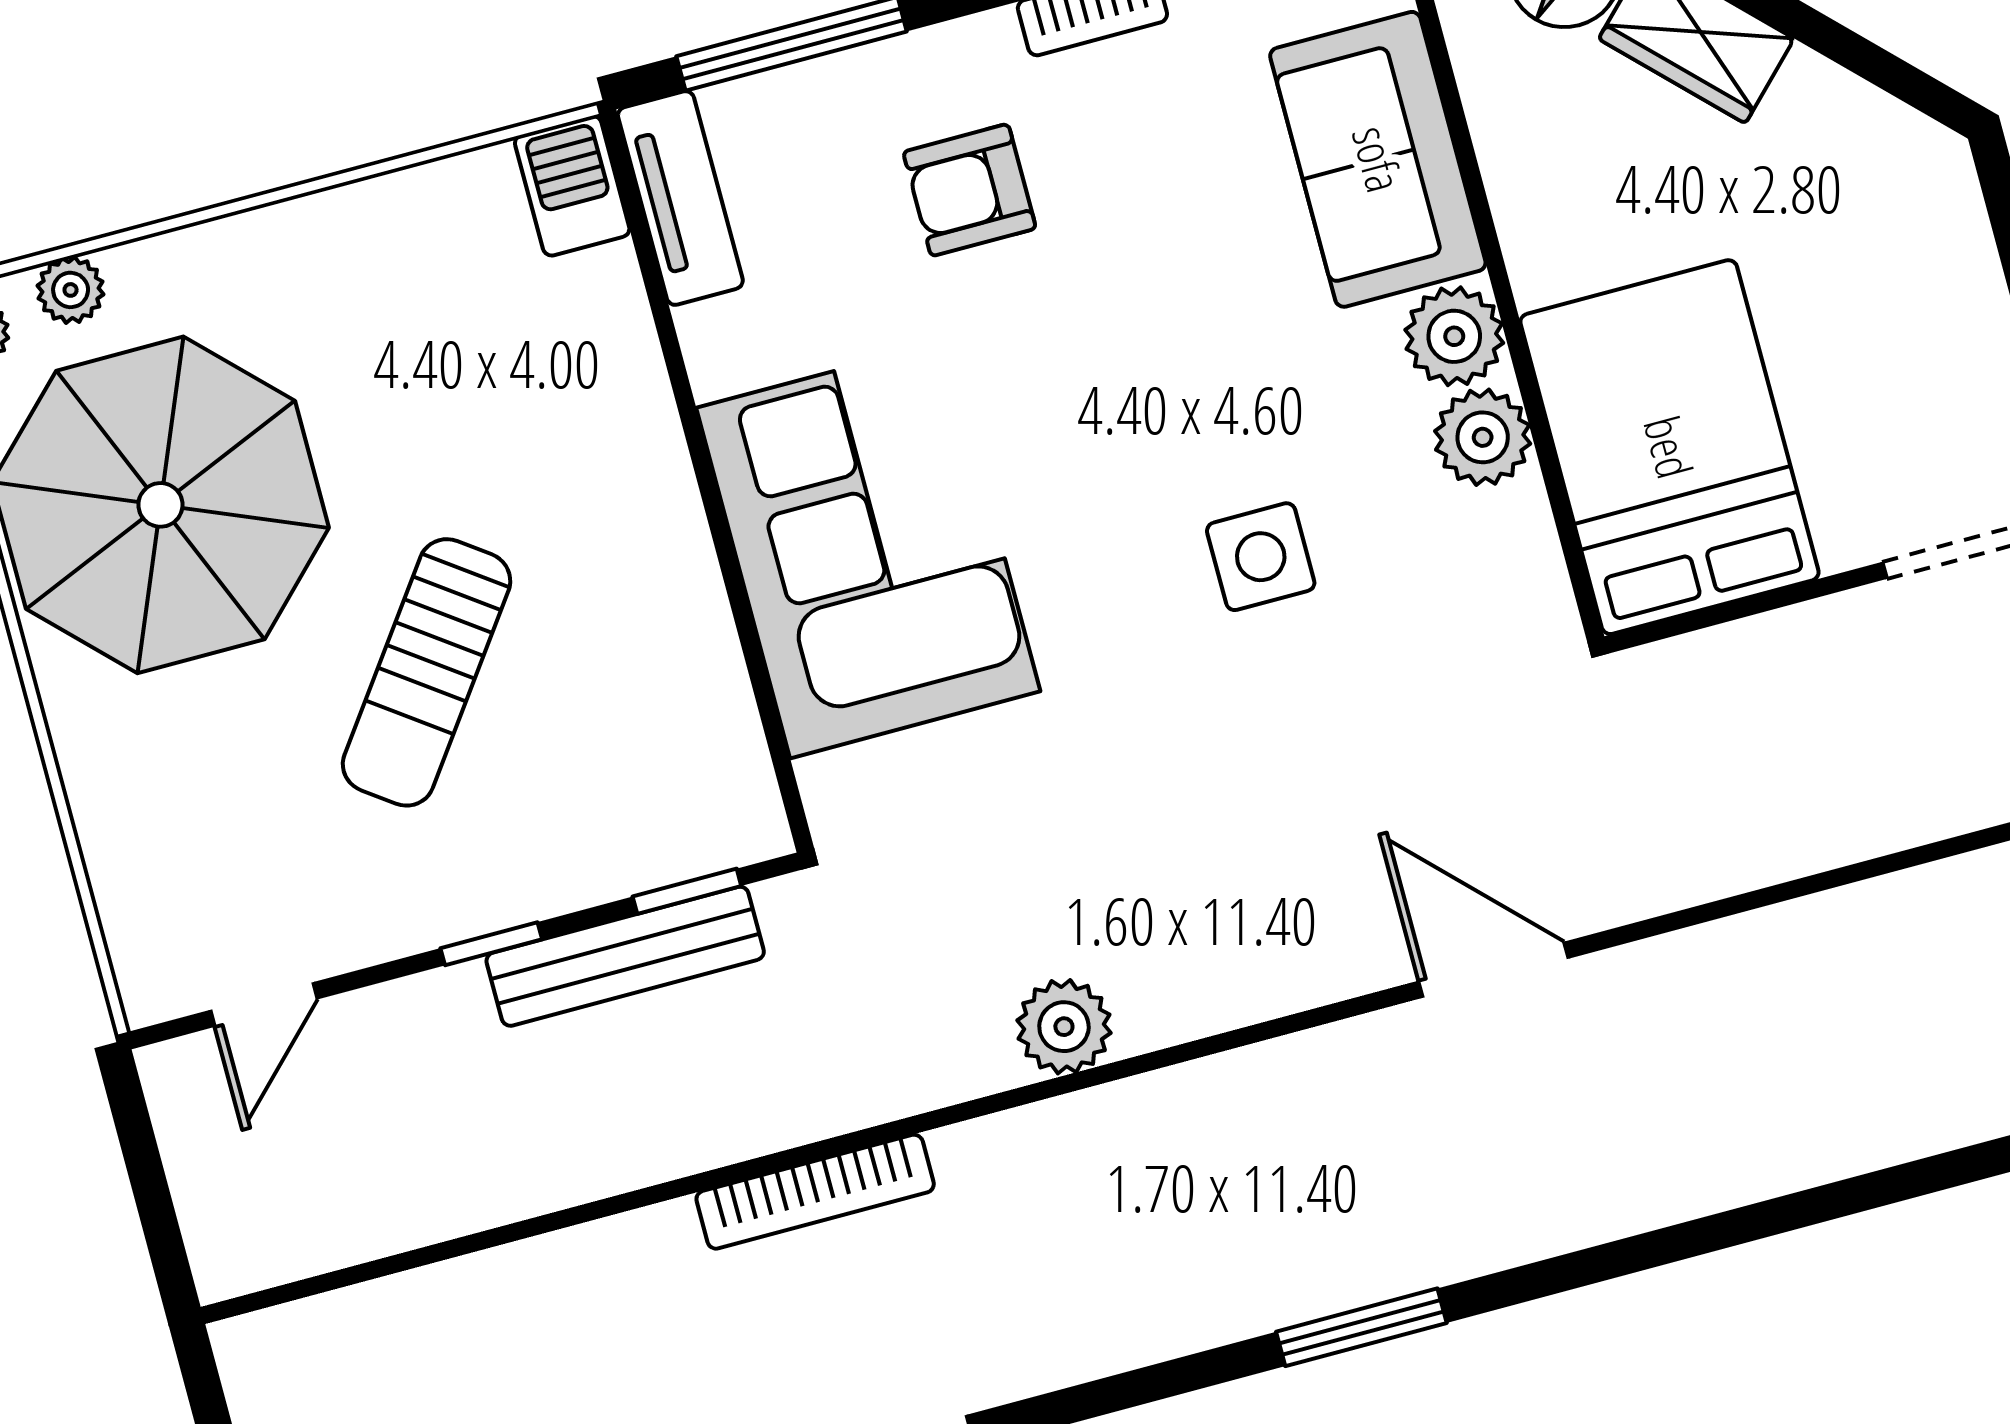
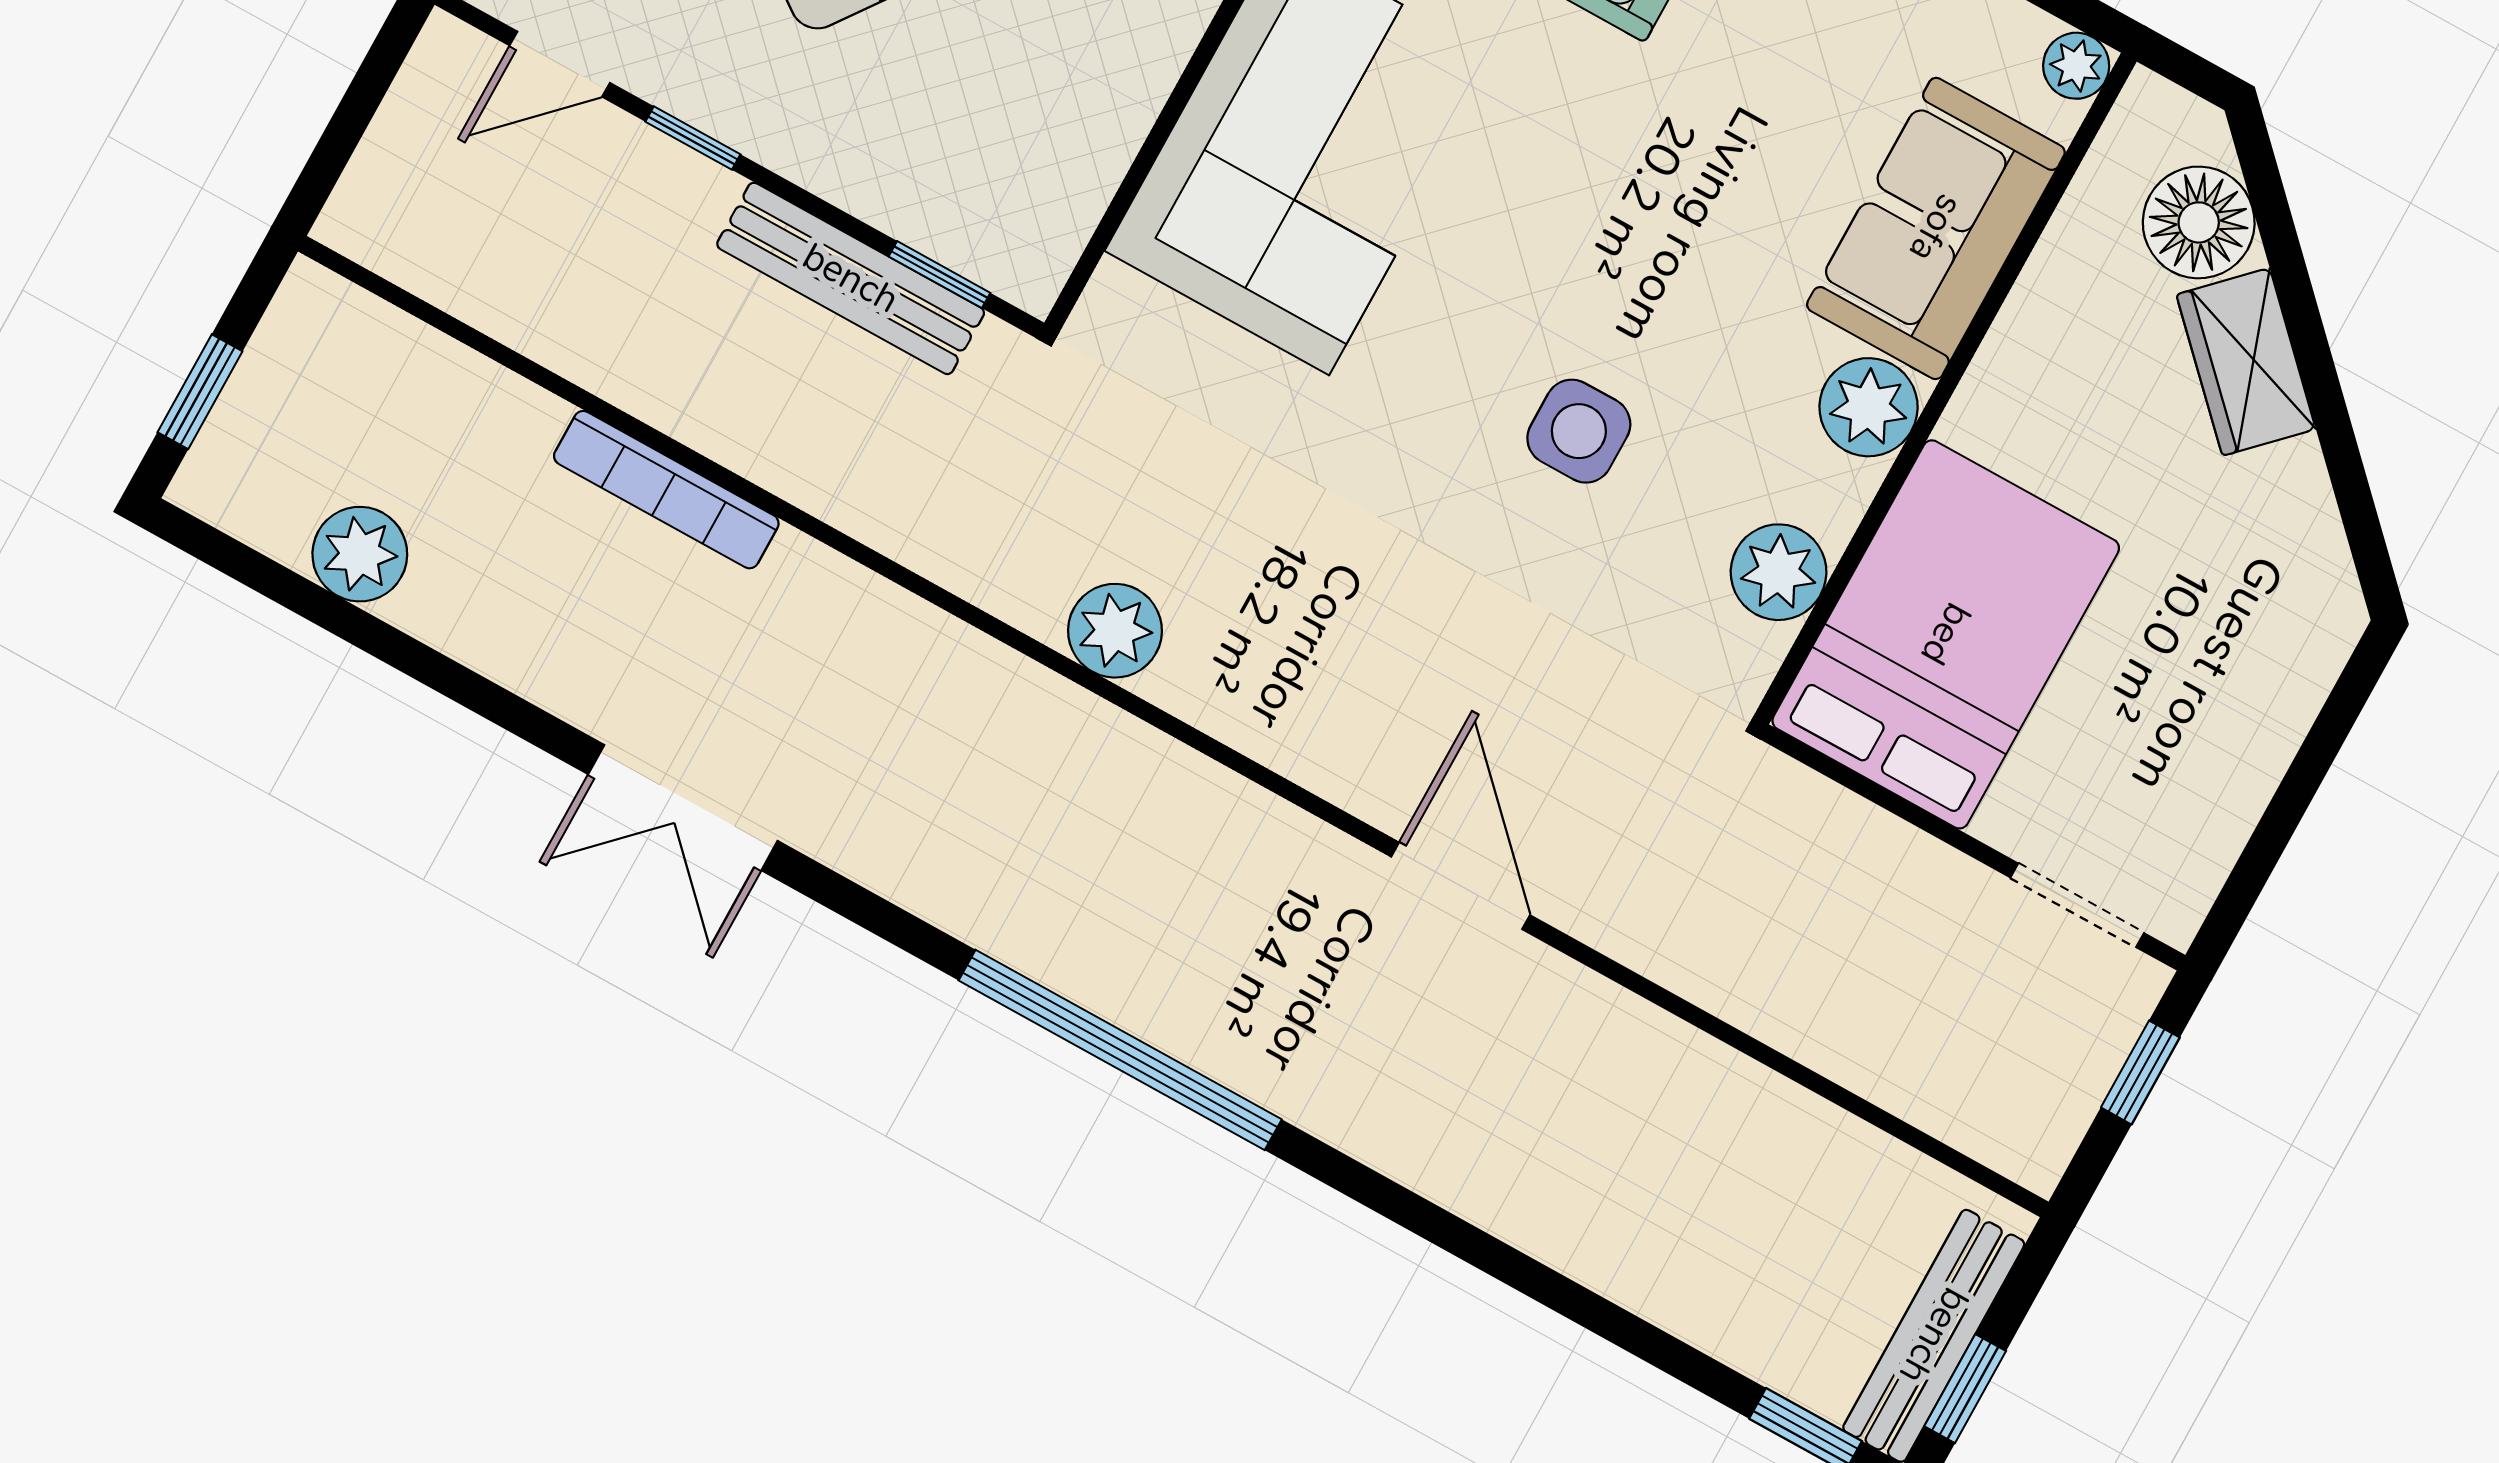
plant: (1483, 437) -> (1779, 572), moved
window: (491, 944) -> (693, 138), moved
bookcase: (815, 1192) -> (666, 490), moved
window: (1361, 1327) -> (1120, 1050), width x2.11

